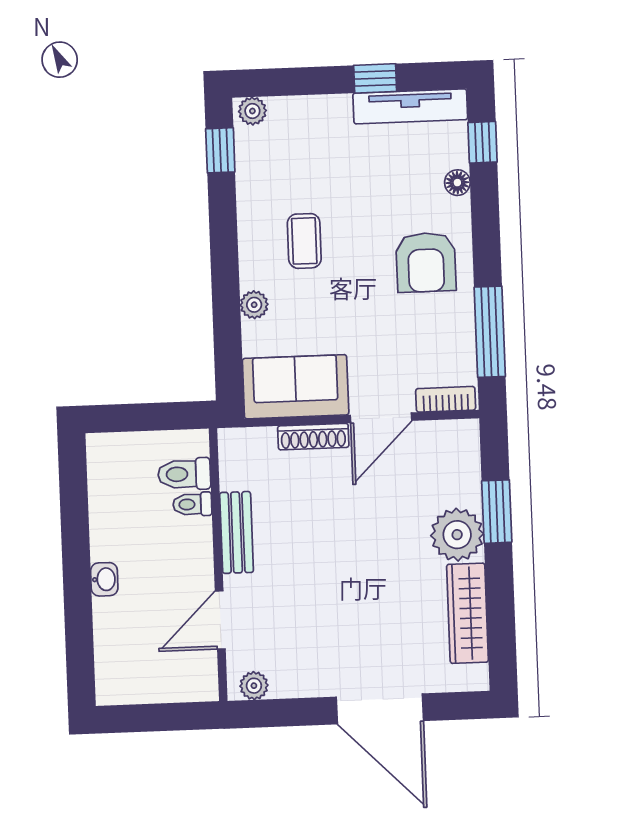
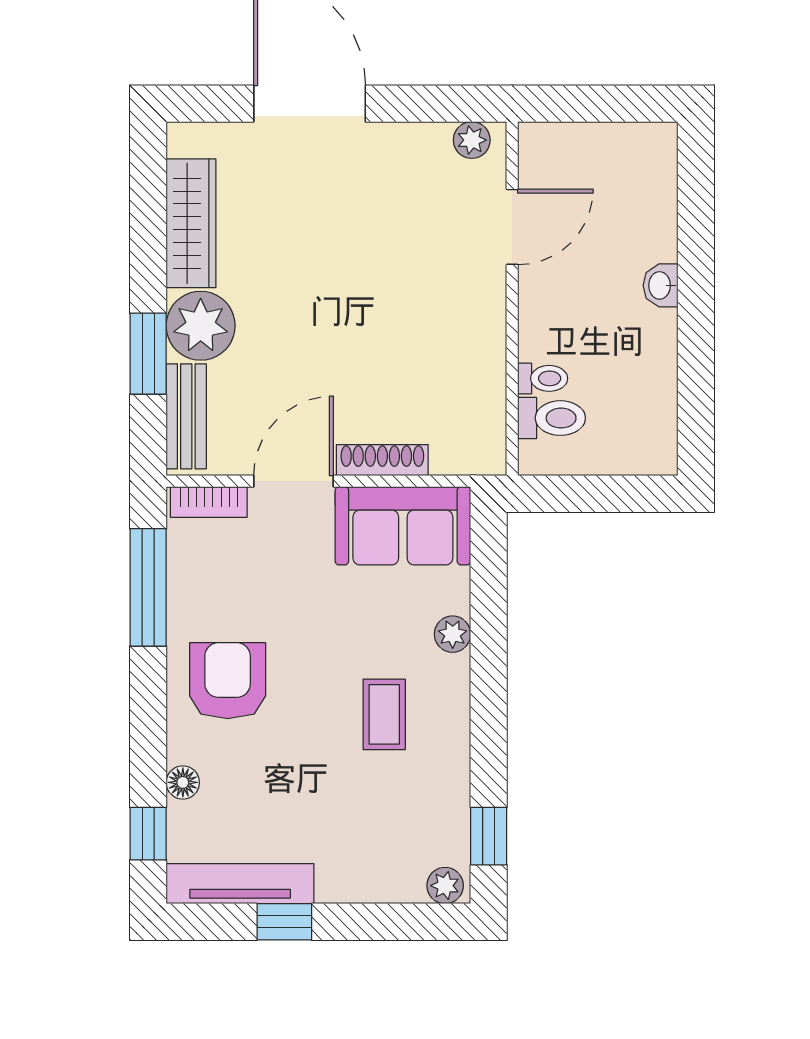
bench: (237, 532) -> (186, 416), moved

